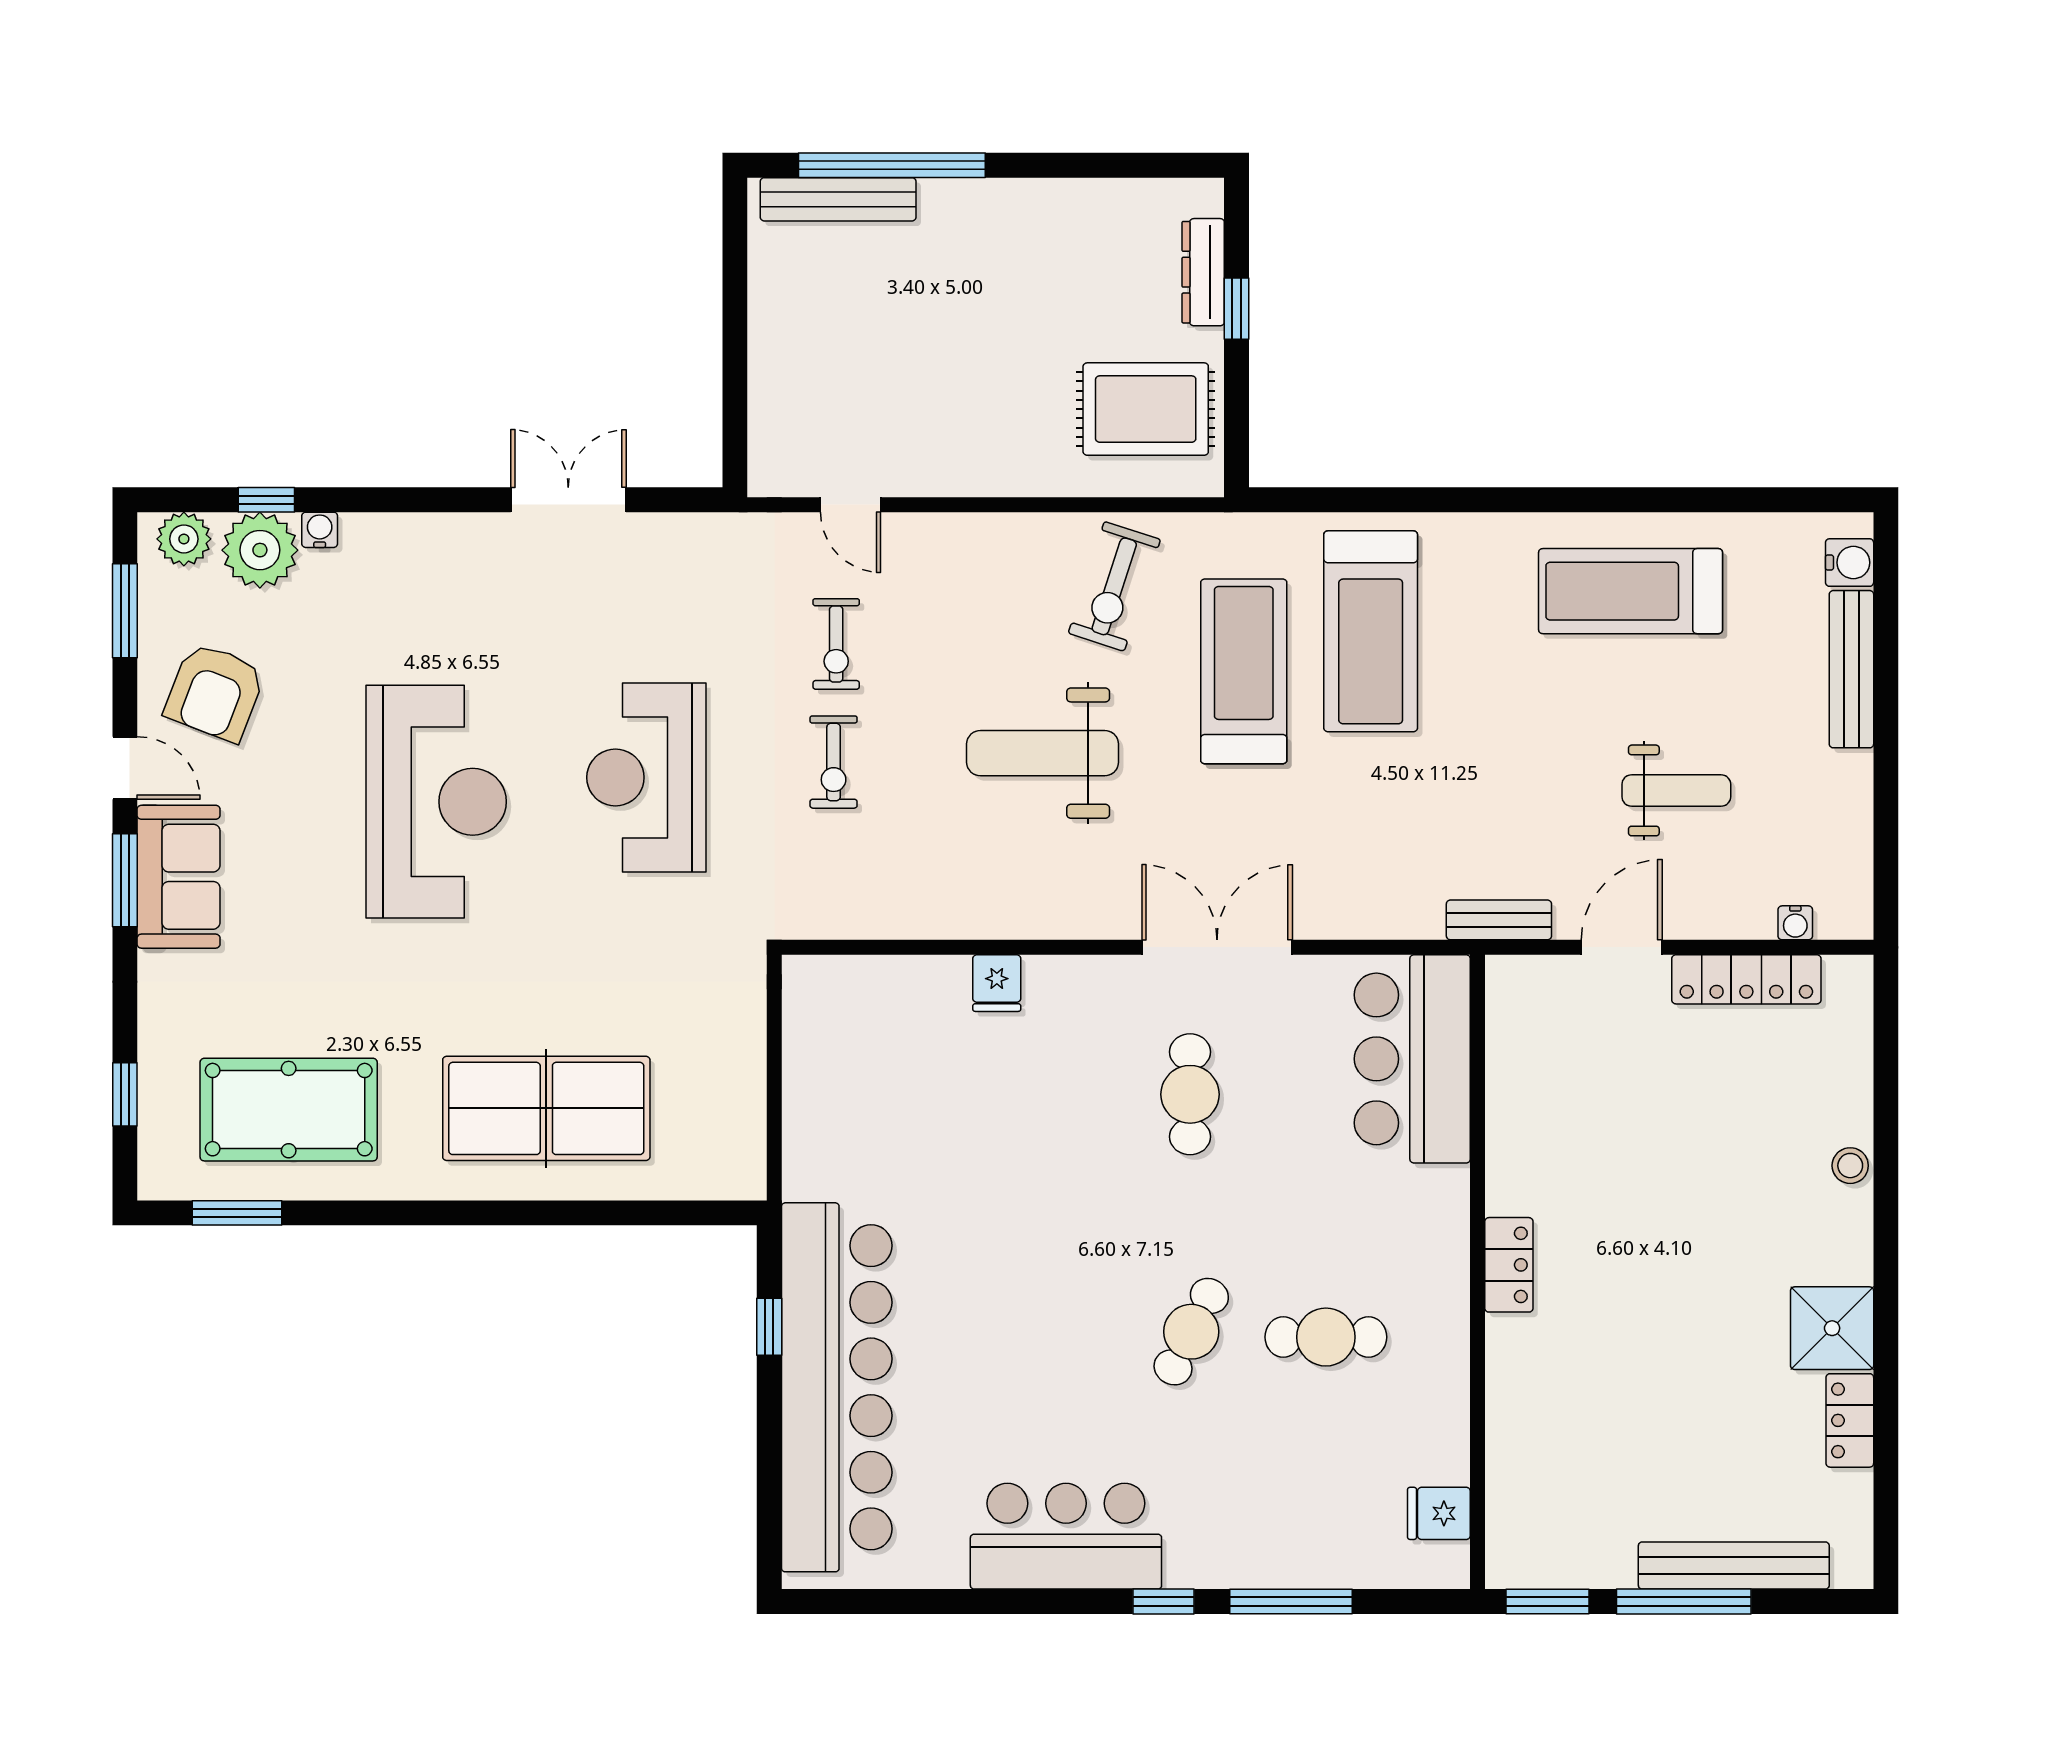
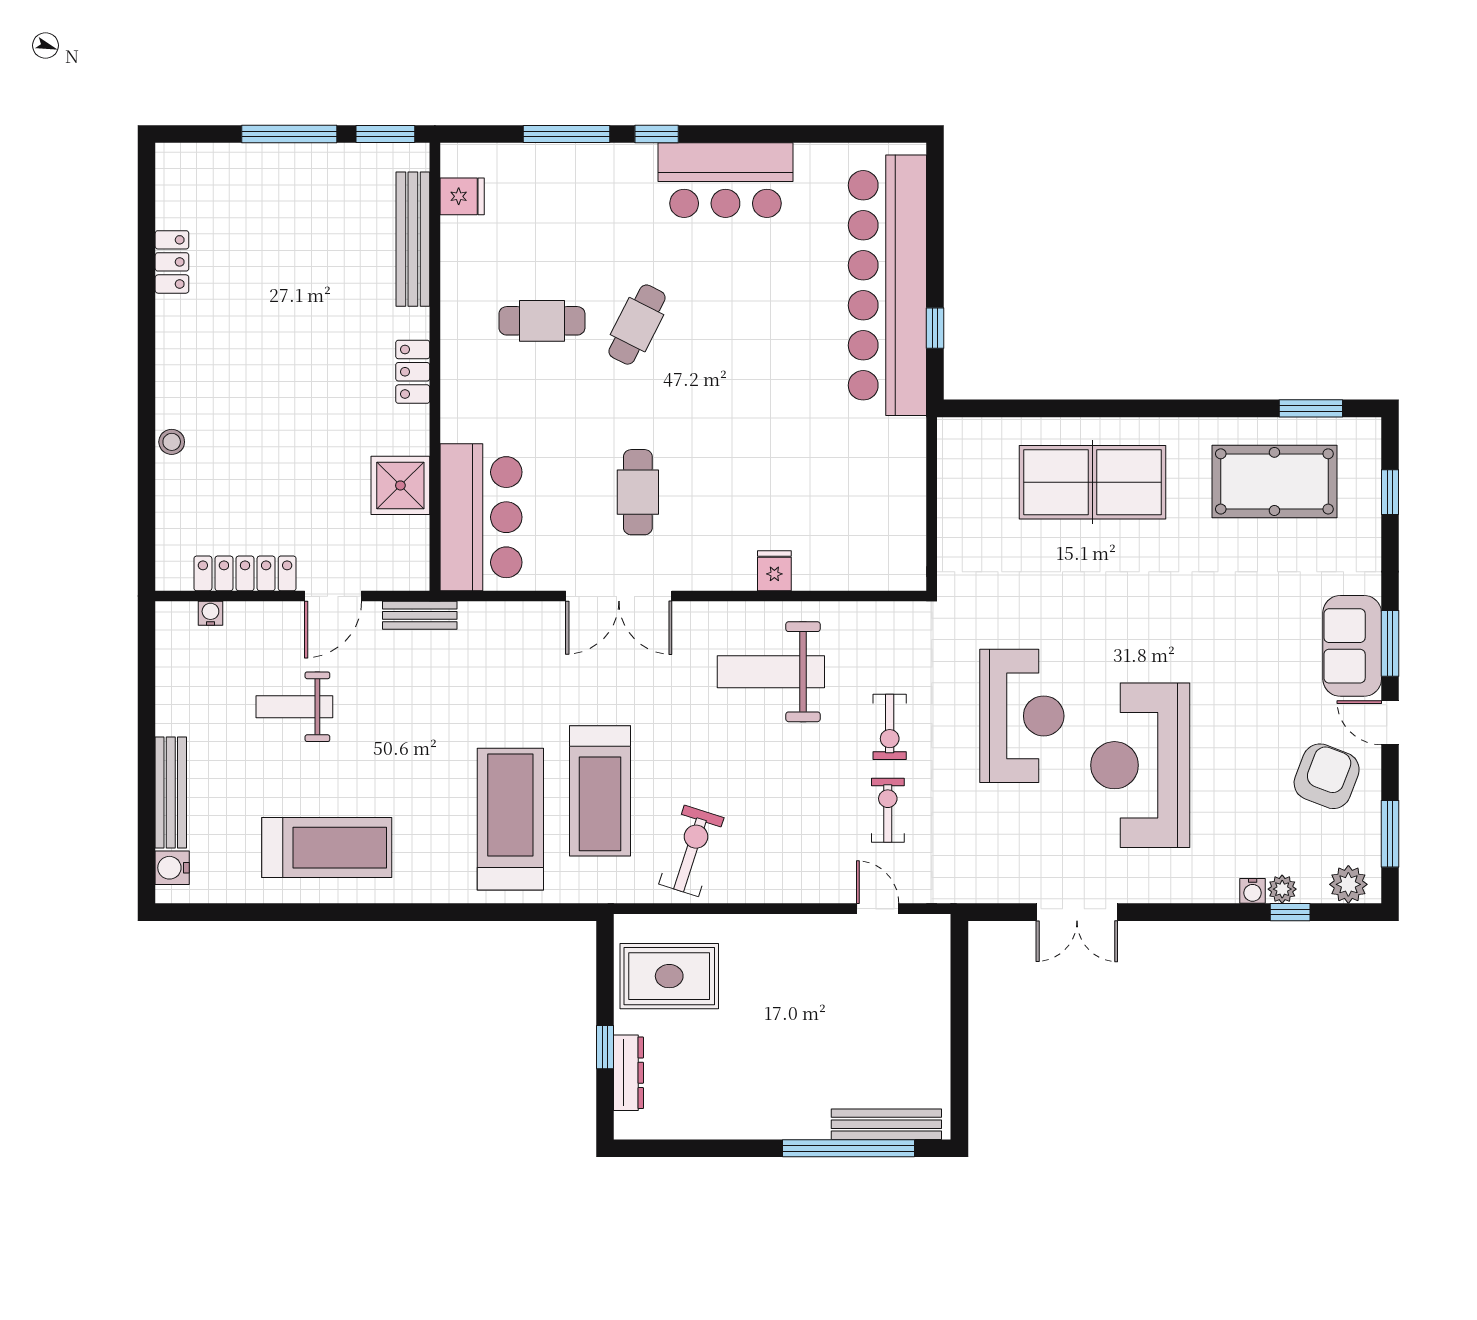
plant: (260, 550) -> (1282, 889), width x0.53, depth x0.53
weight bench: (1043, 753) -> (771, 672), moved, turned 180
exercise bike: (834, 762) -> (890, 727), turned 180
reception desk: (436, 802) -> (1140, 765), moved
shower: (1832, 1328) -> (400, 485), moved
bench: (1734, 1566) -> (413, 239), moved, turned 90

